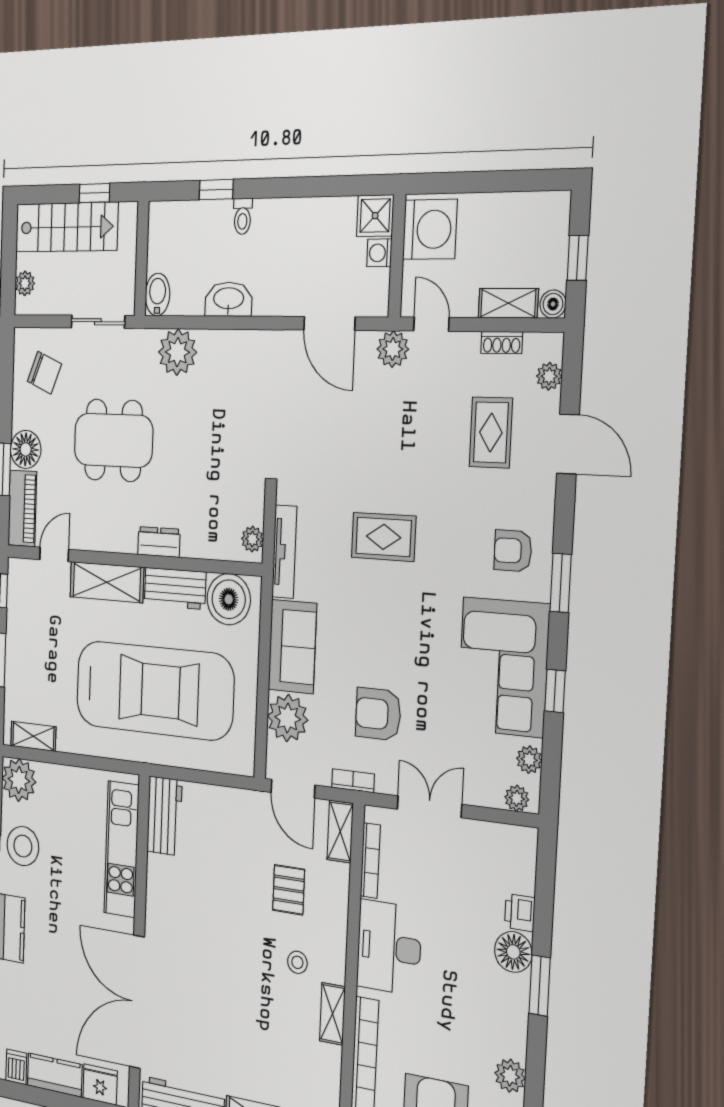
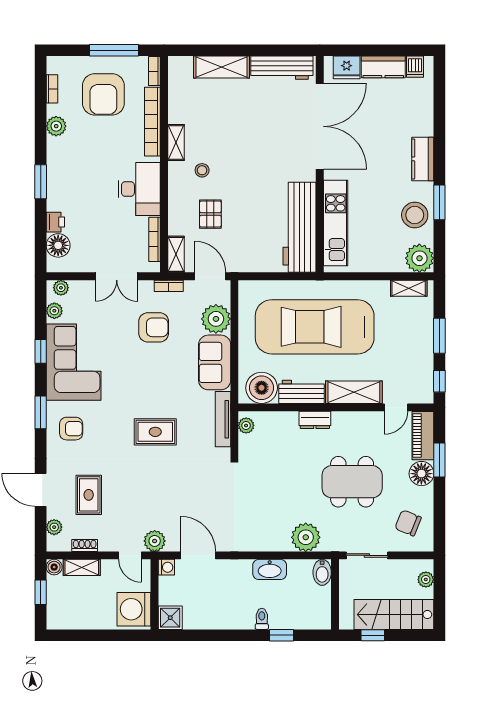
washing machine: (379, 253) -> (166, 567), moved
workbench: (164, 816) -> (300, 227), width x1.88, depth x1.32
floor lamp: (513, 952) -> (58, 245), moved

